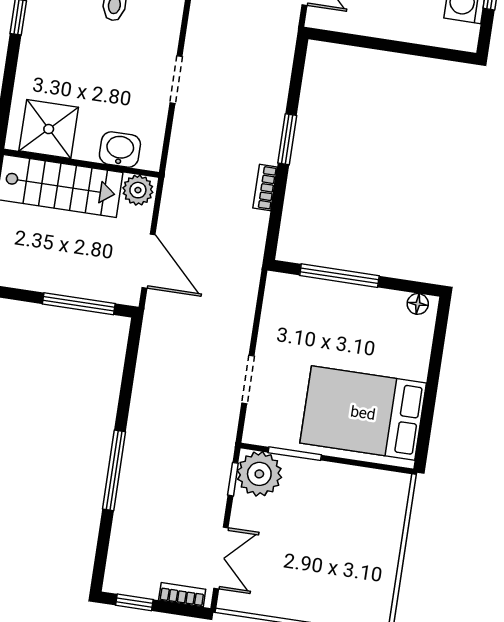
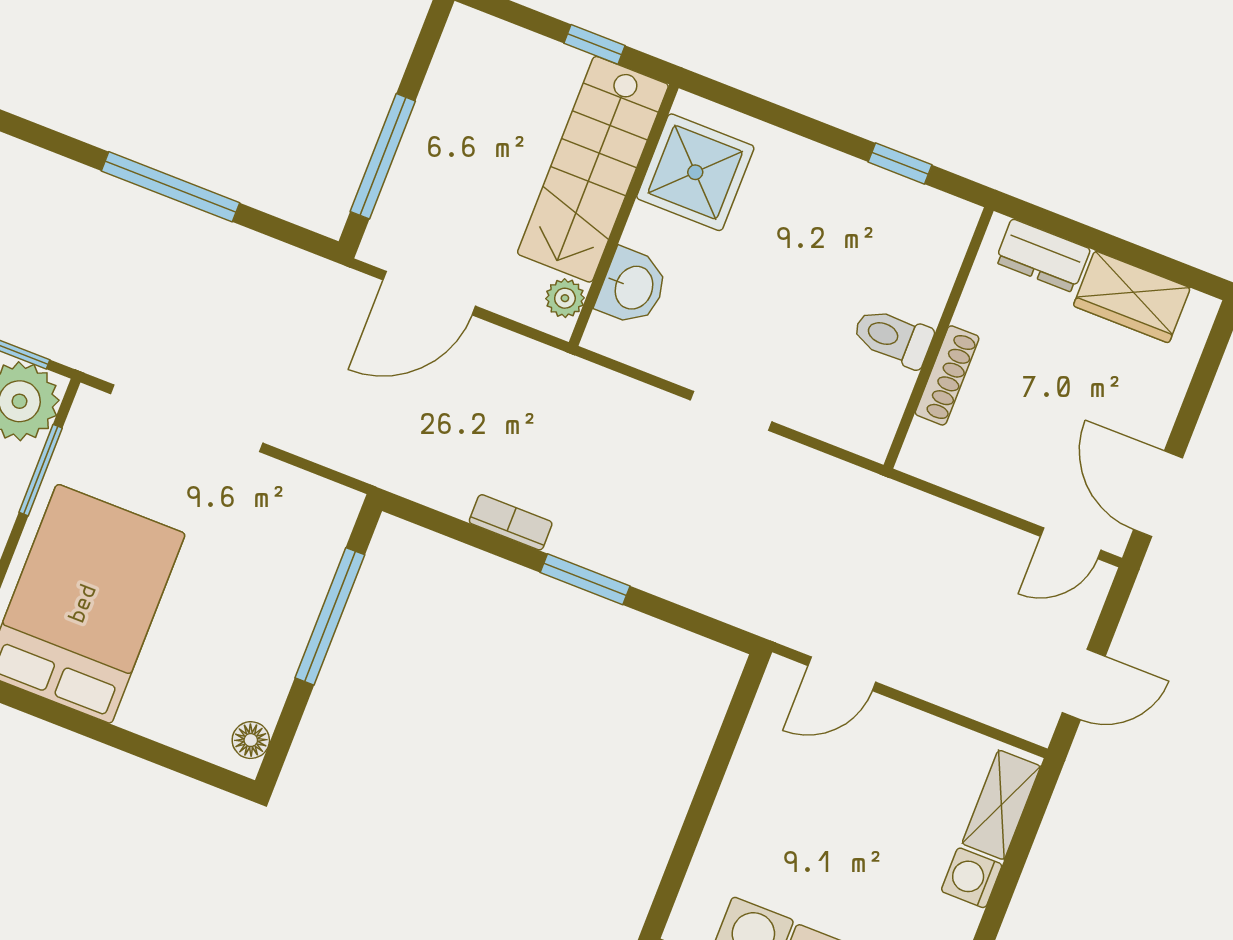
plant: (138, 190) -> (565, 298), width x0.73, depth x0.73
doorway: (248, 379) -> (187, 418), width x1.88
window: (114, 470) -> (171, 187), moved

